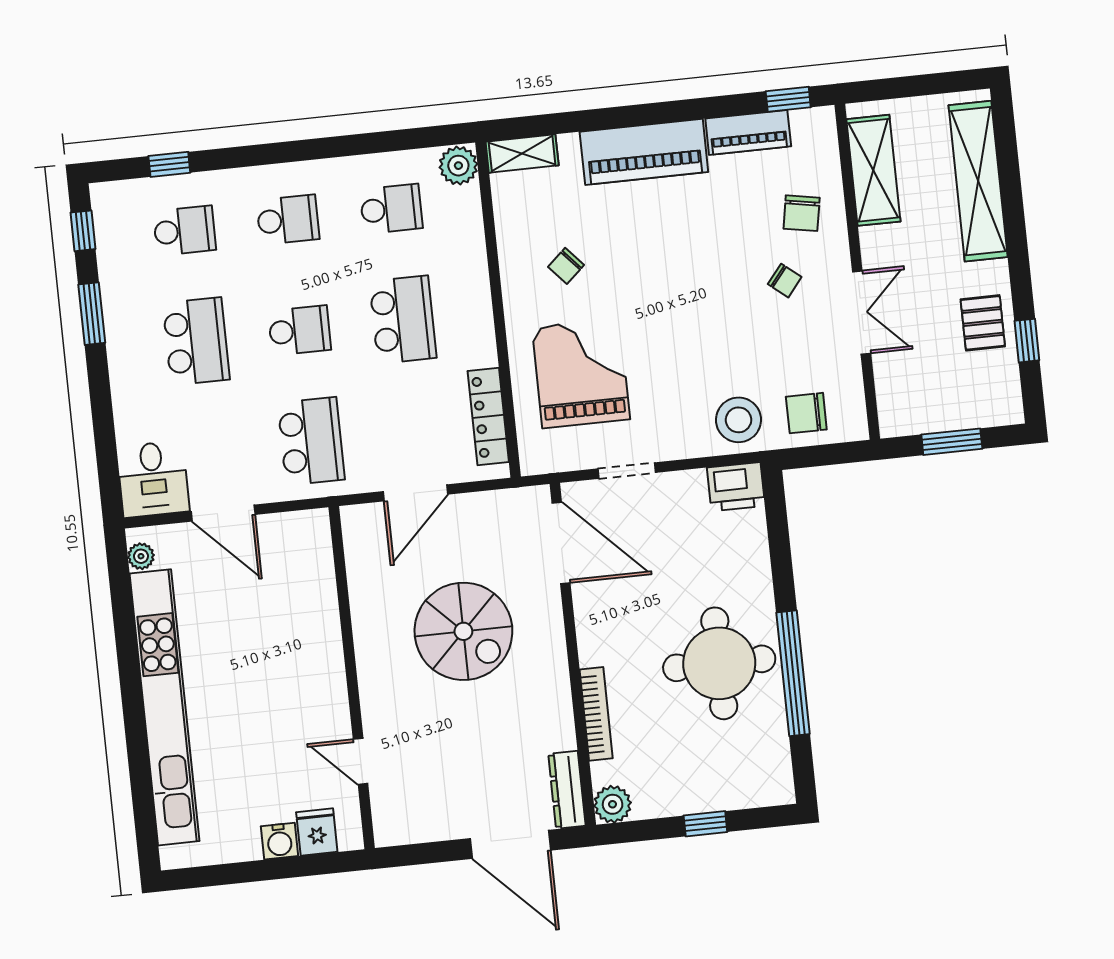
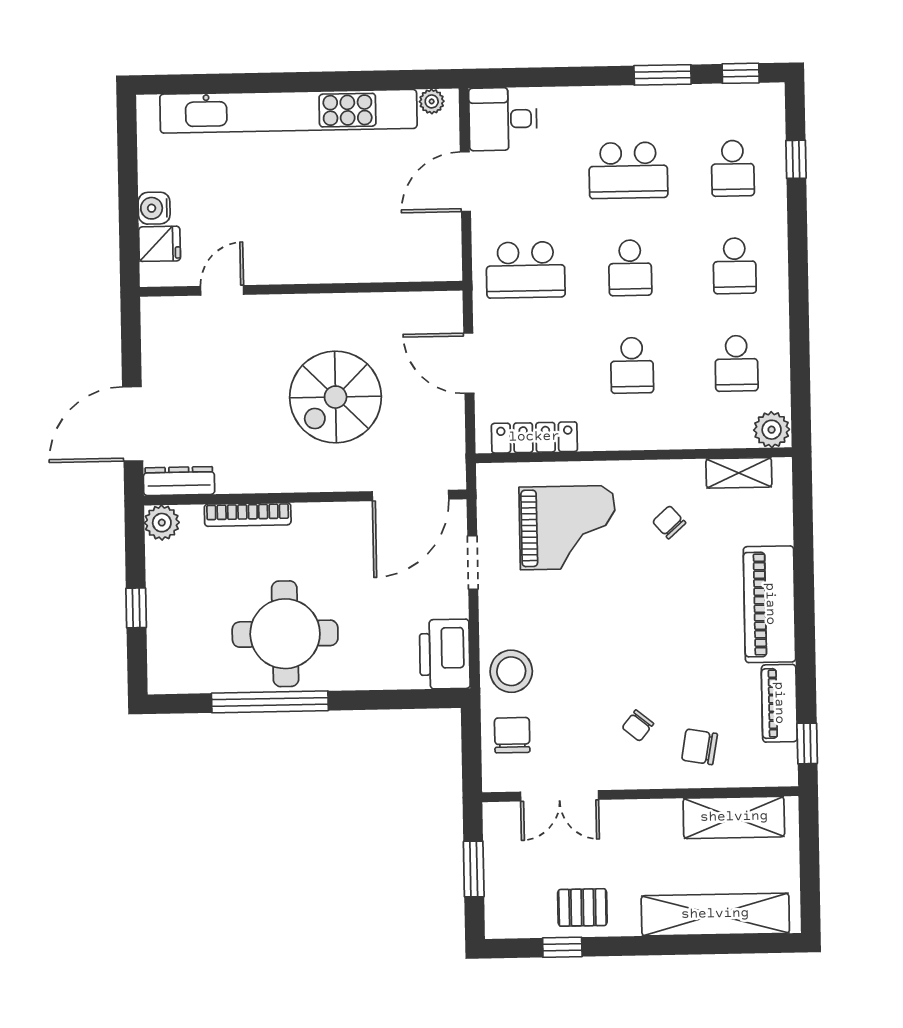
shelving: (522, 153) -> (739, 473), moved, turned 90
double door: (862, 312) -> (560, 796), moved
school desk: (403, 320) -> (632, 365), width x0.54
printer: (736, 487) -> (445, 654), width x1.37, depth x1.19

